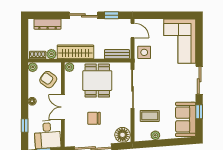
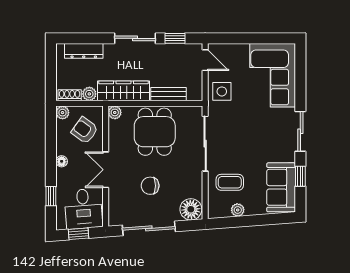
bench: (117, 54) -> (168, 94), moved

